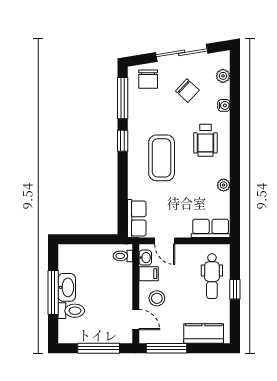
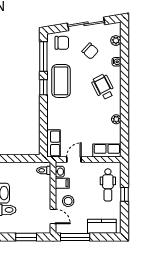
chair: (148, 79) -> (62, 43), turned -90
wheelchair: (205, 140) -> (103, 87), turned 153
coffee table: (162, 158) -> (61, 81), moved
door: (165, 241) -> (74, 160), swing flipped
window: (99, 348) -> (26, 237), width x0.69

